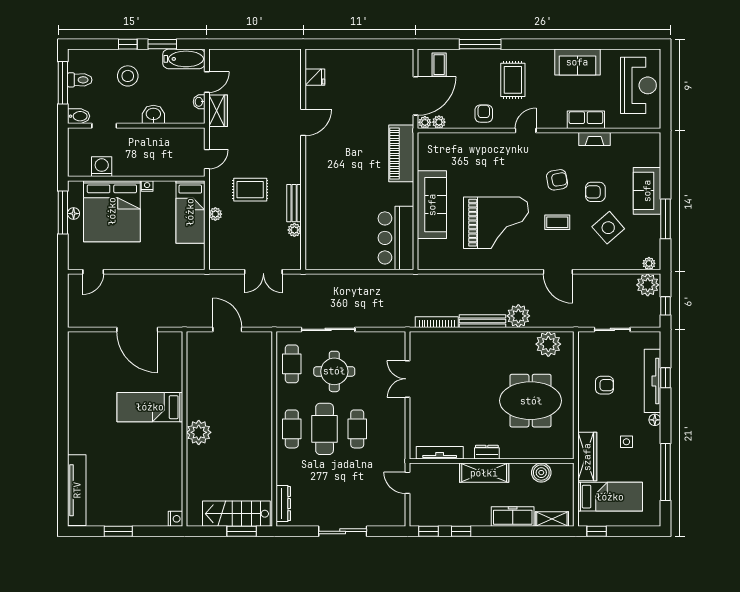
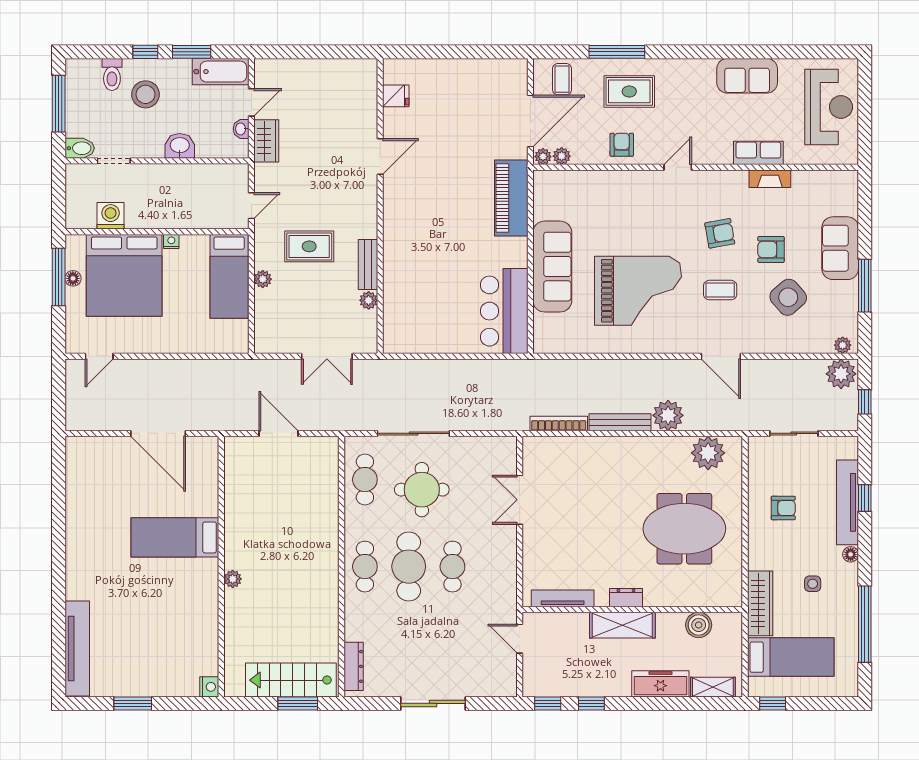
toilet: (80, 80) -> (112, 74), moved, turned 90
rug: (513, 80) -> (629, 91), moved, turned 90
plant: (199, 432) -> (233, 579), width x0.53, depth x0.53

